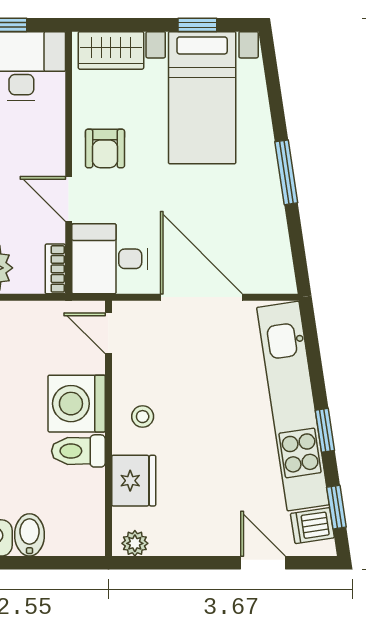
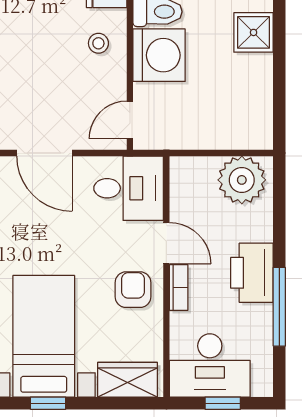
bookcase: (55, 269) -> (179, 287), moved
door: (201, 297) -> (44, 153), width x0.73
door: (108, 333) -> (130, 120), swing flipped

